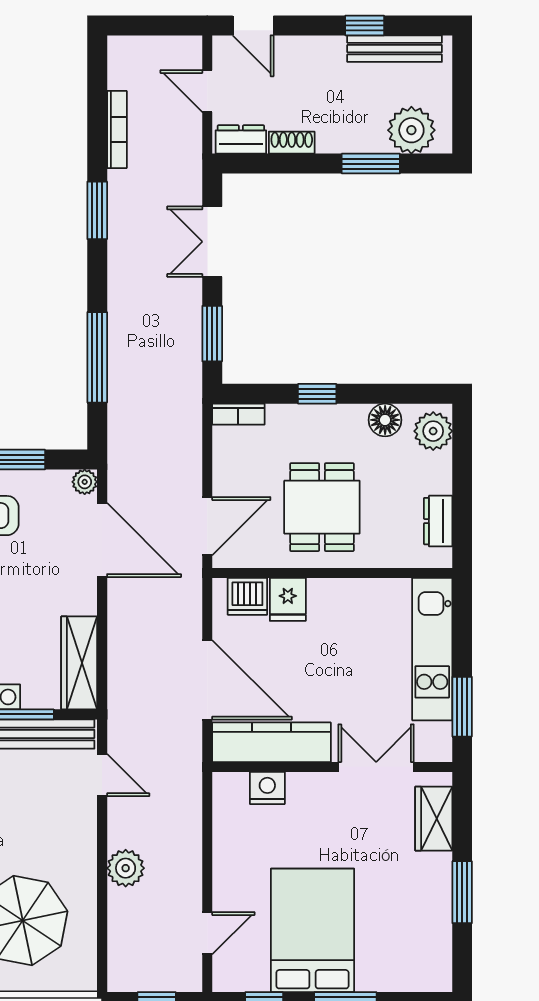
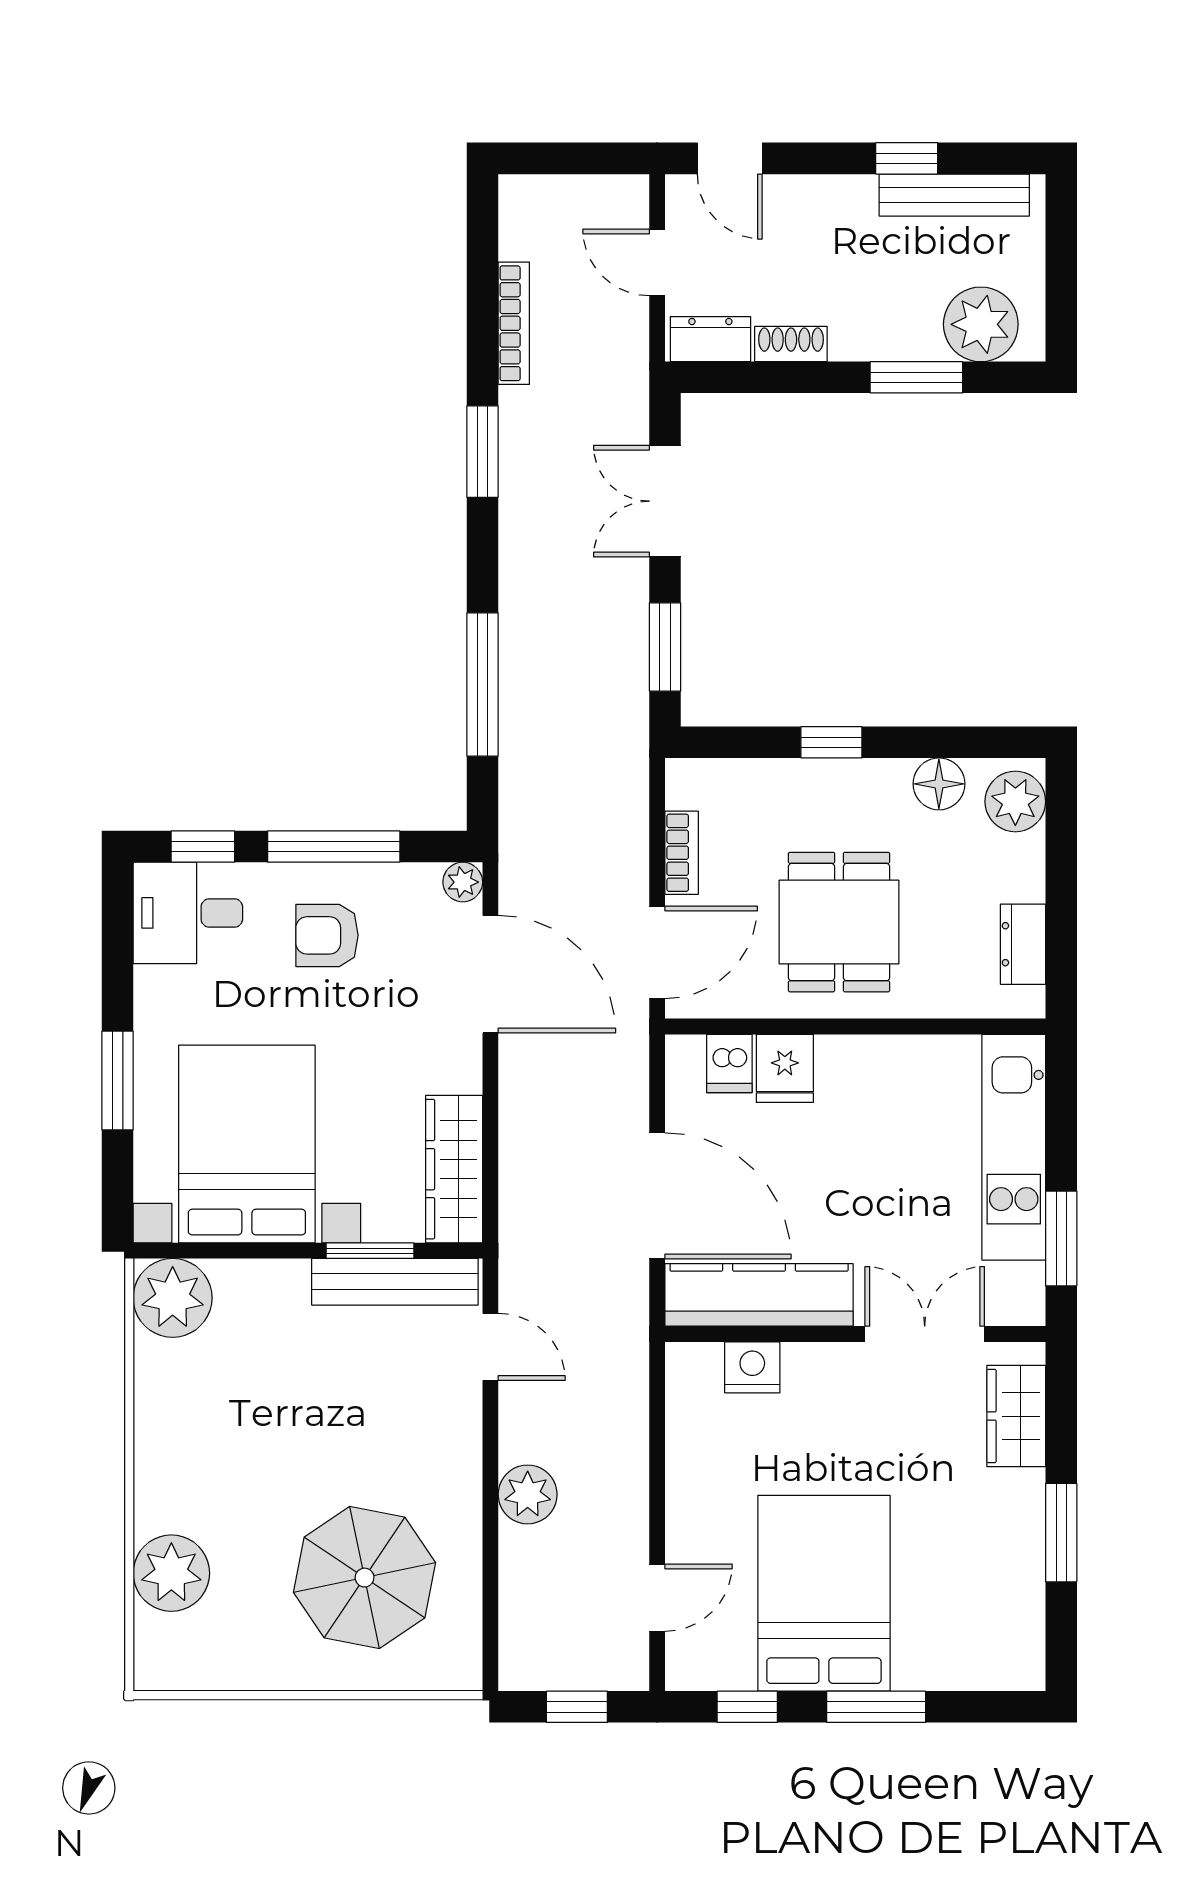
bookcase: (238, 414) -> (682, 853), moved, turned -90
dishwasher: (247, 596) -> (729, 1064), width x0.73

